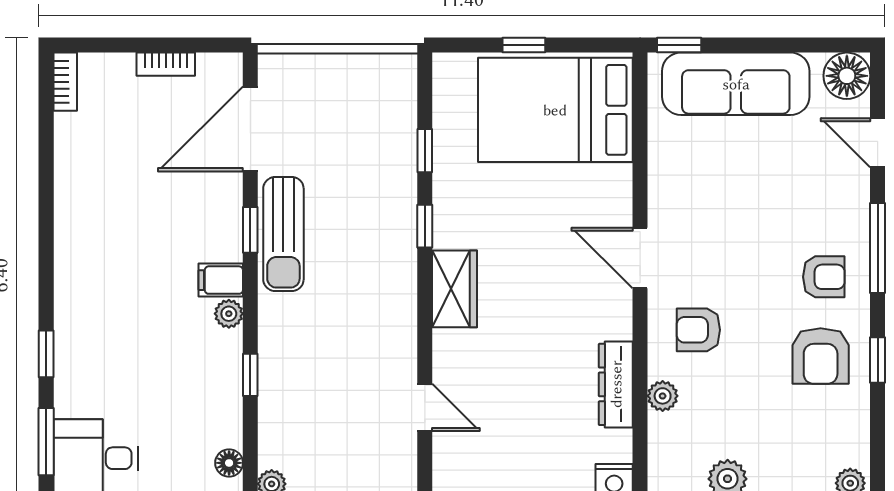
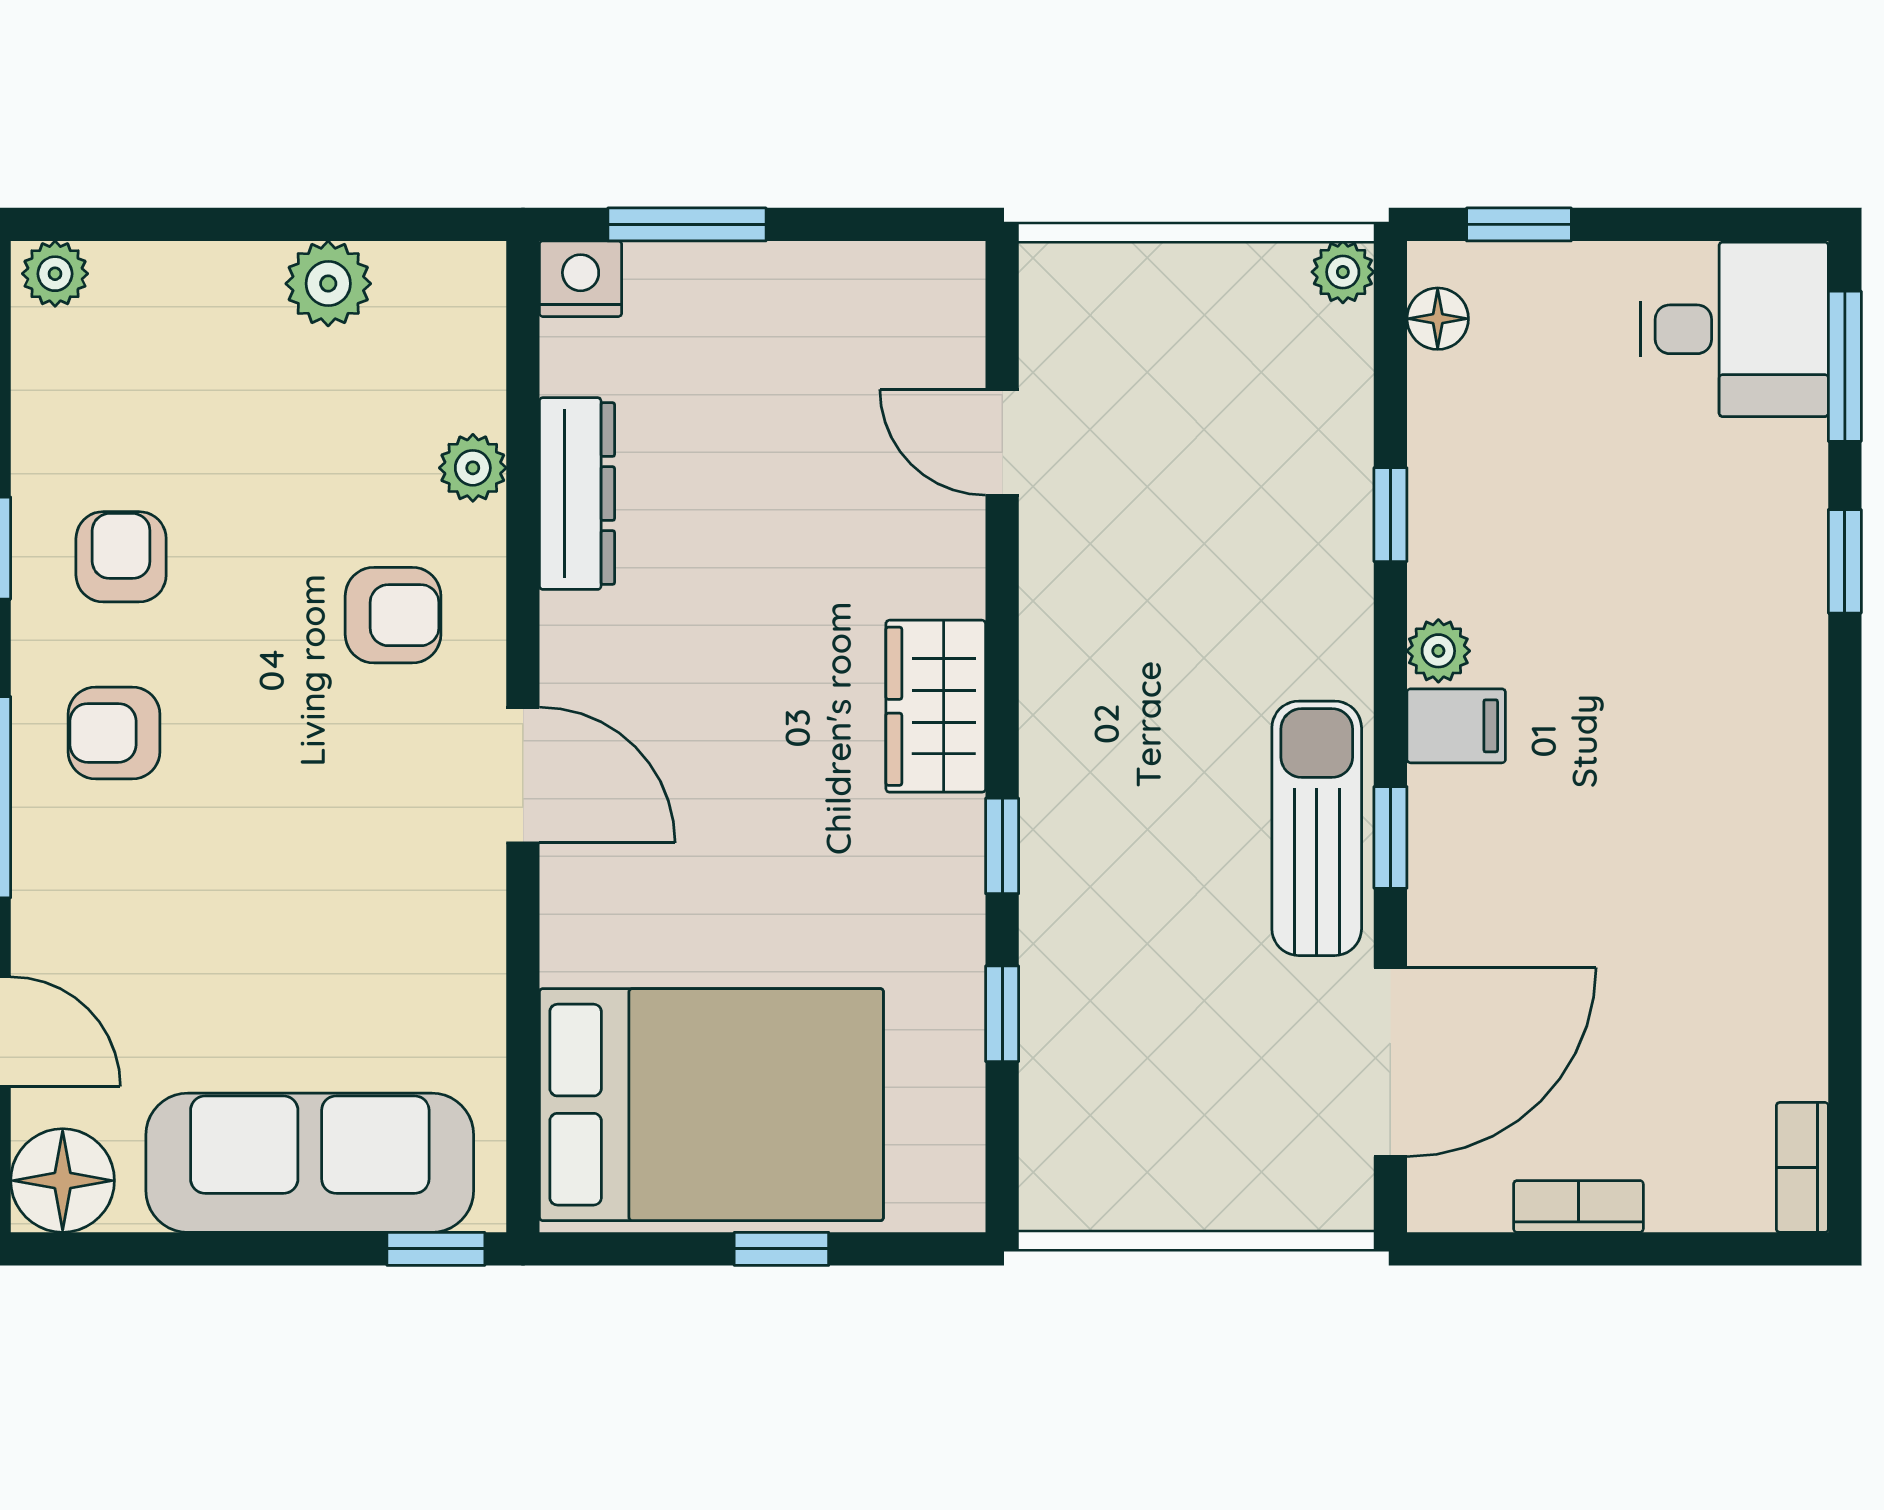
armchair: (821, 356) -> (121, 557), width x0.72, depth x0.72

